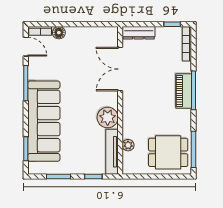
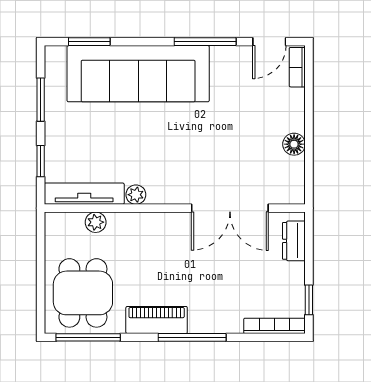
floor lamp: (59, 33) -> (294, 144), moved
dresser: (139, 33) -> (294, 241), width x0.70
double door: (120, 69) -> (230, 208), swing flipped
piano: (184, 91) -> (157, 320), moved
plant: (108, 117) -> (136, 195), width x0.53, depth x0.53

